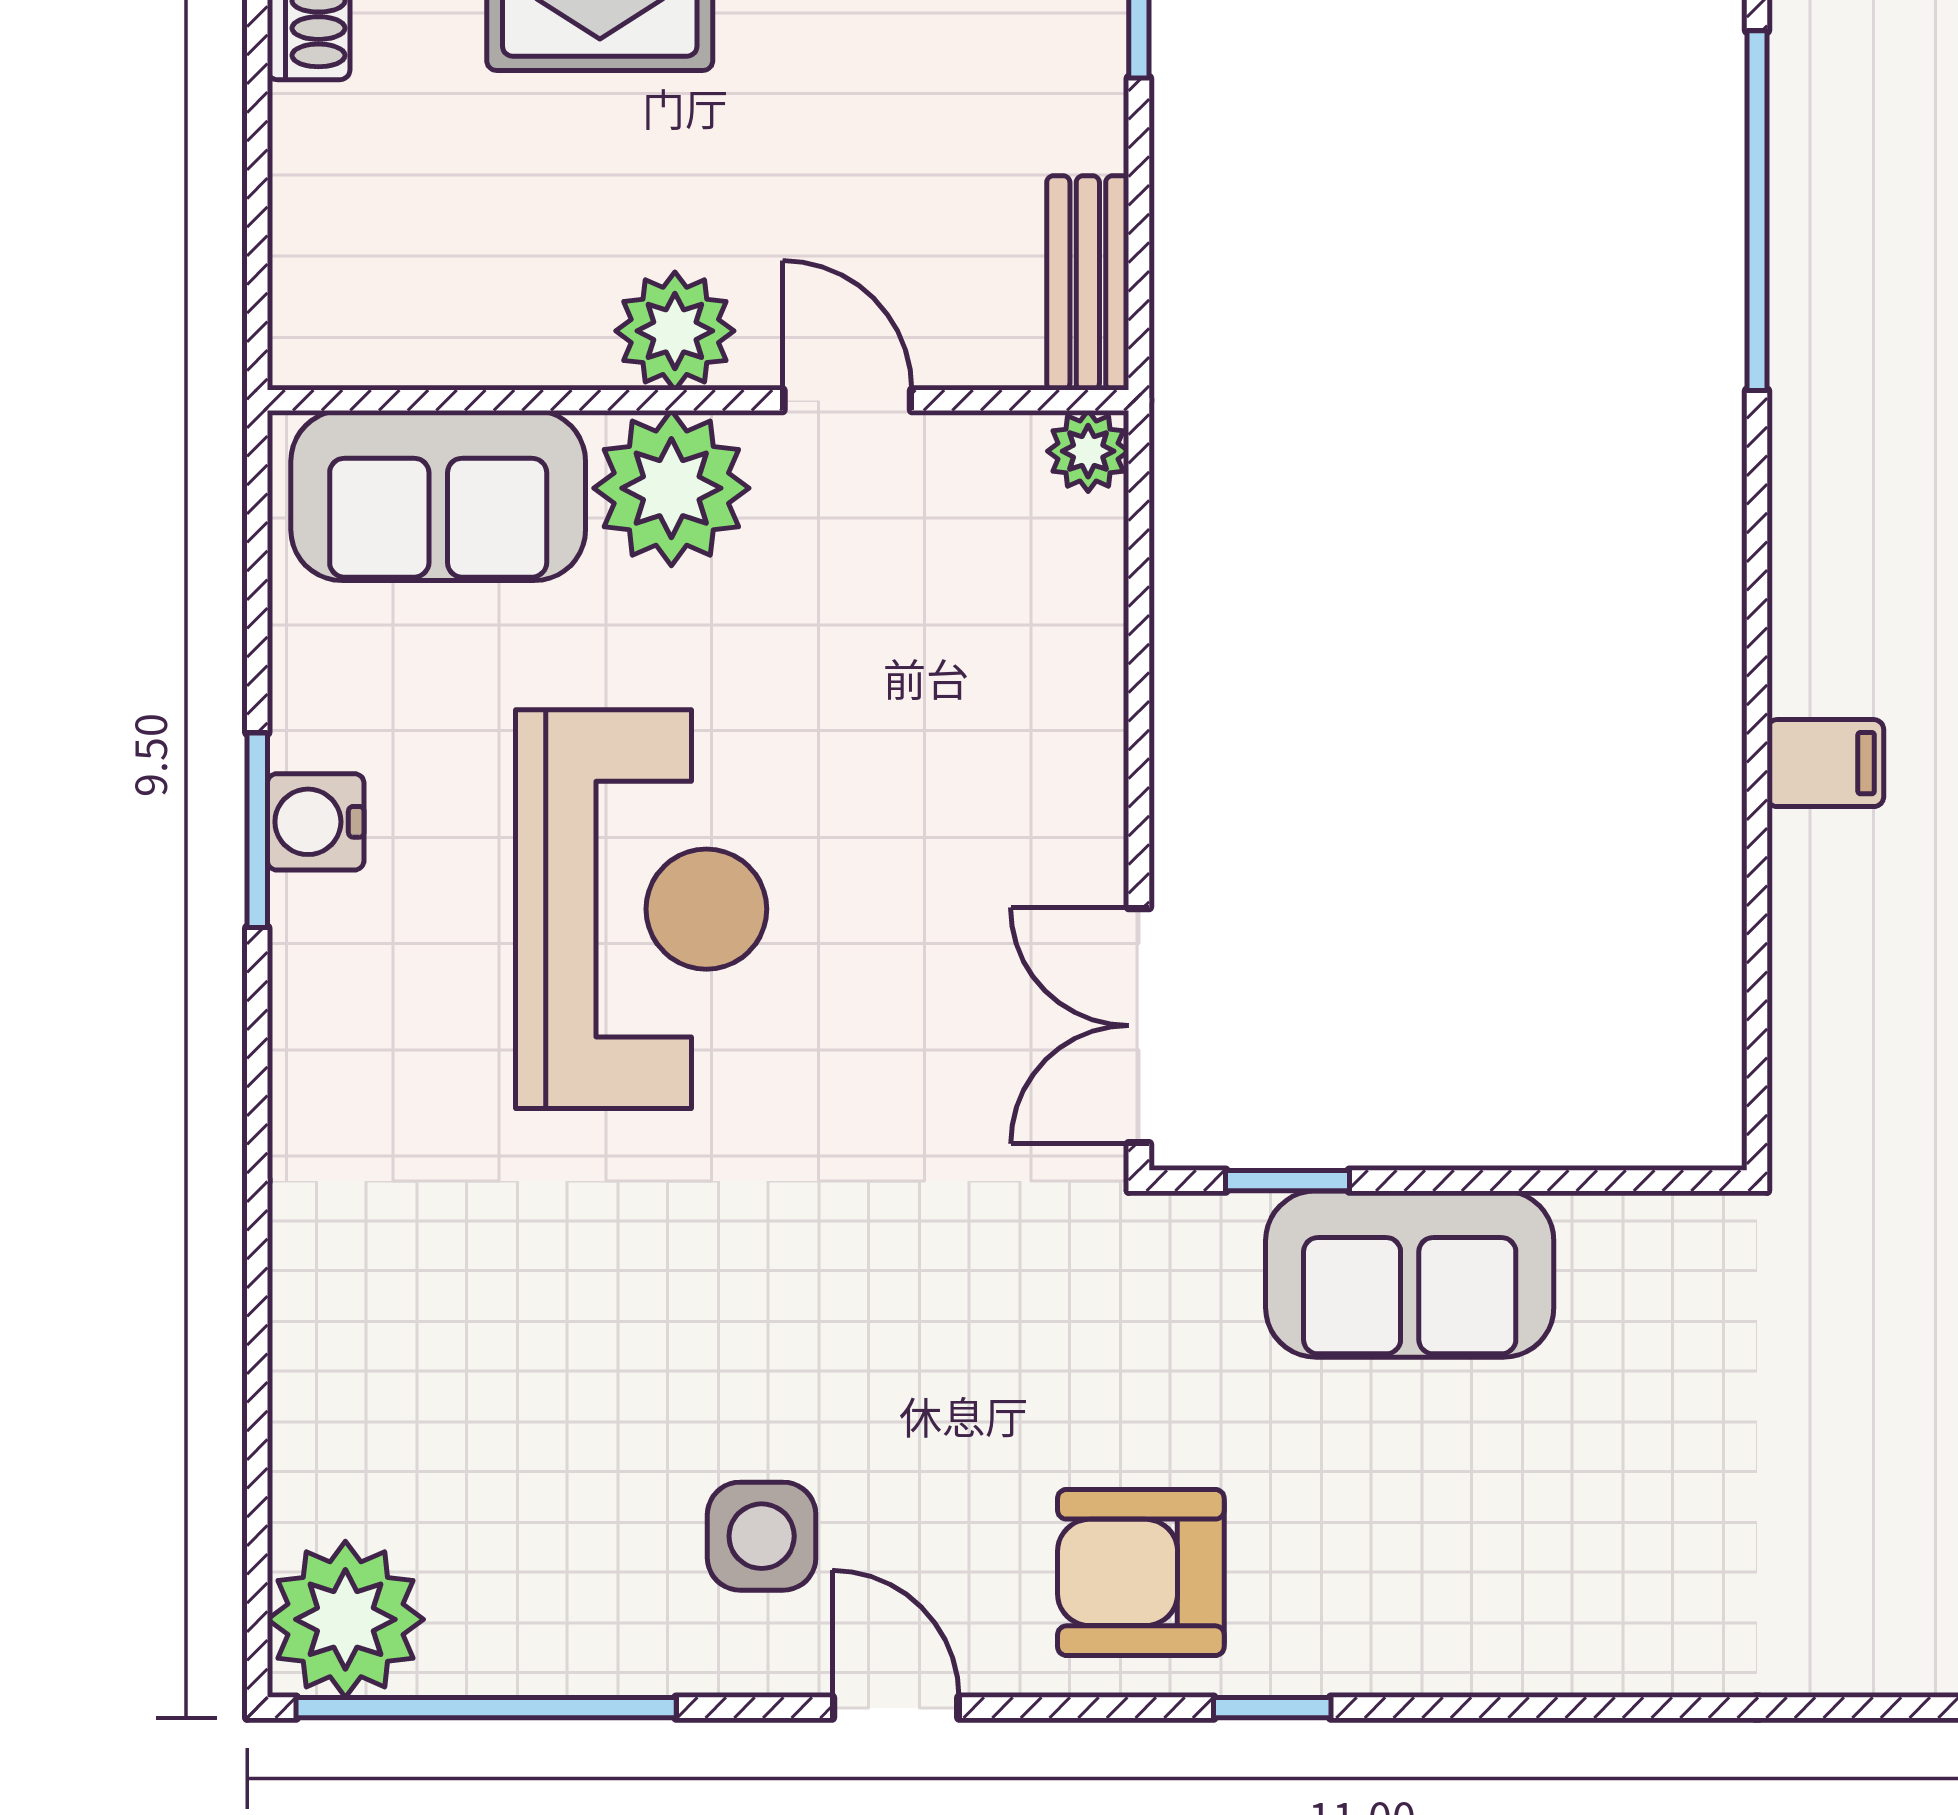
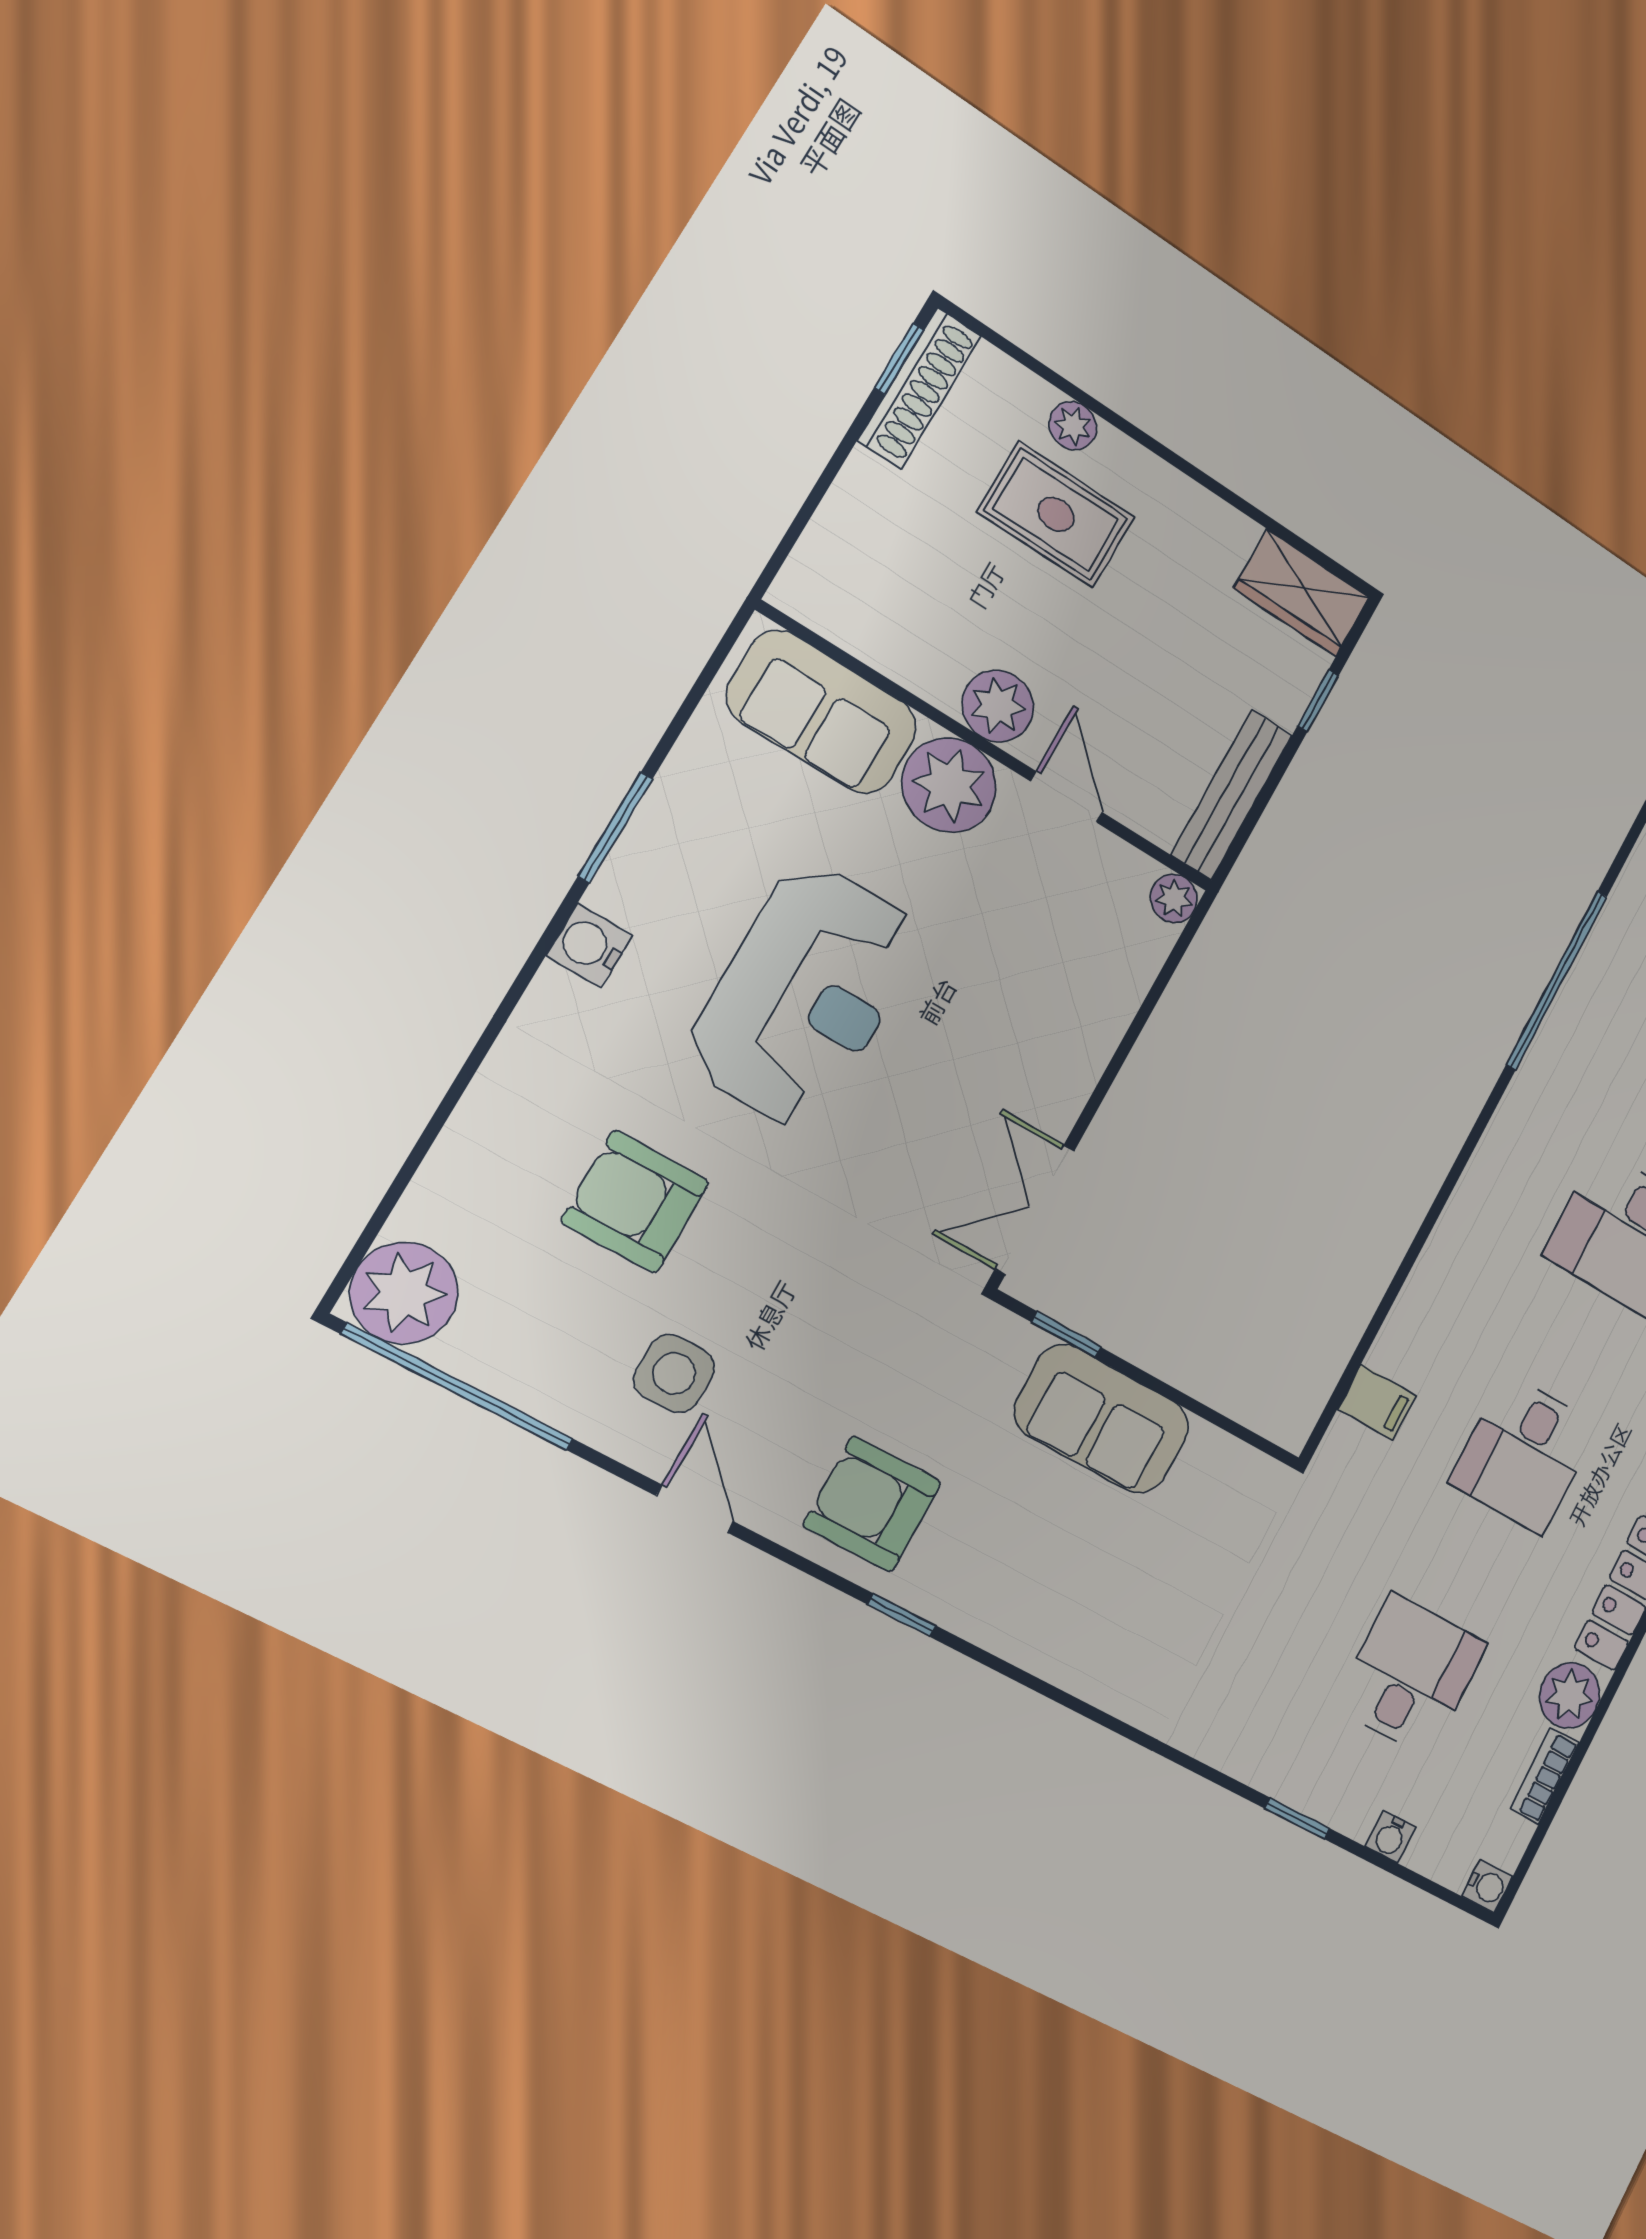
bench: (1088, 283) -> (1232, 795), width x1.36
filing cabinet: (1825, 763) -> (1377, 1402), moved
water cooler: (316, 822) -> (589, 946), moved
armchair: (575, 1329) -> (635, 1202), added

